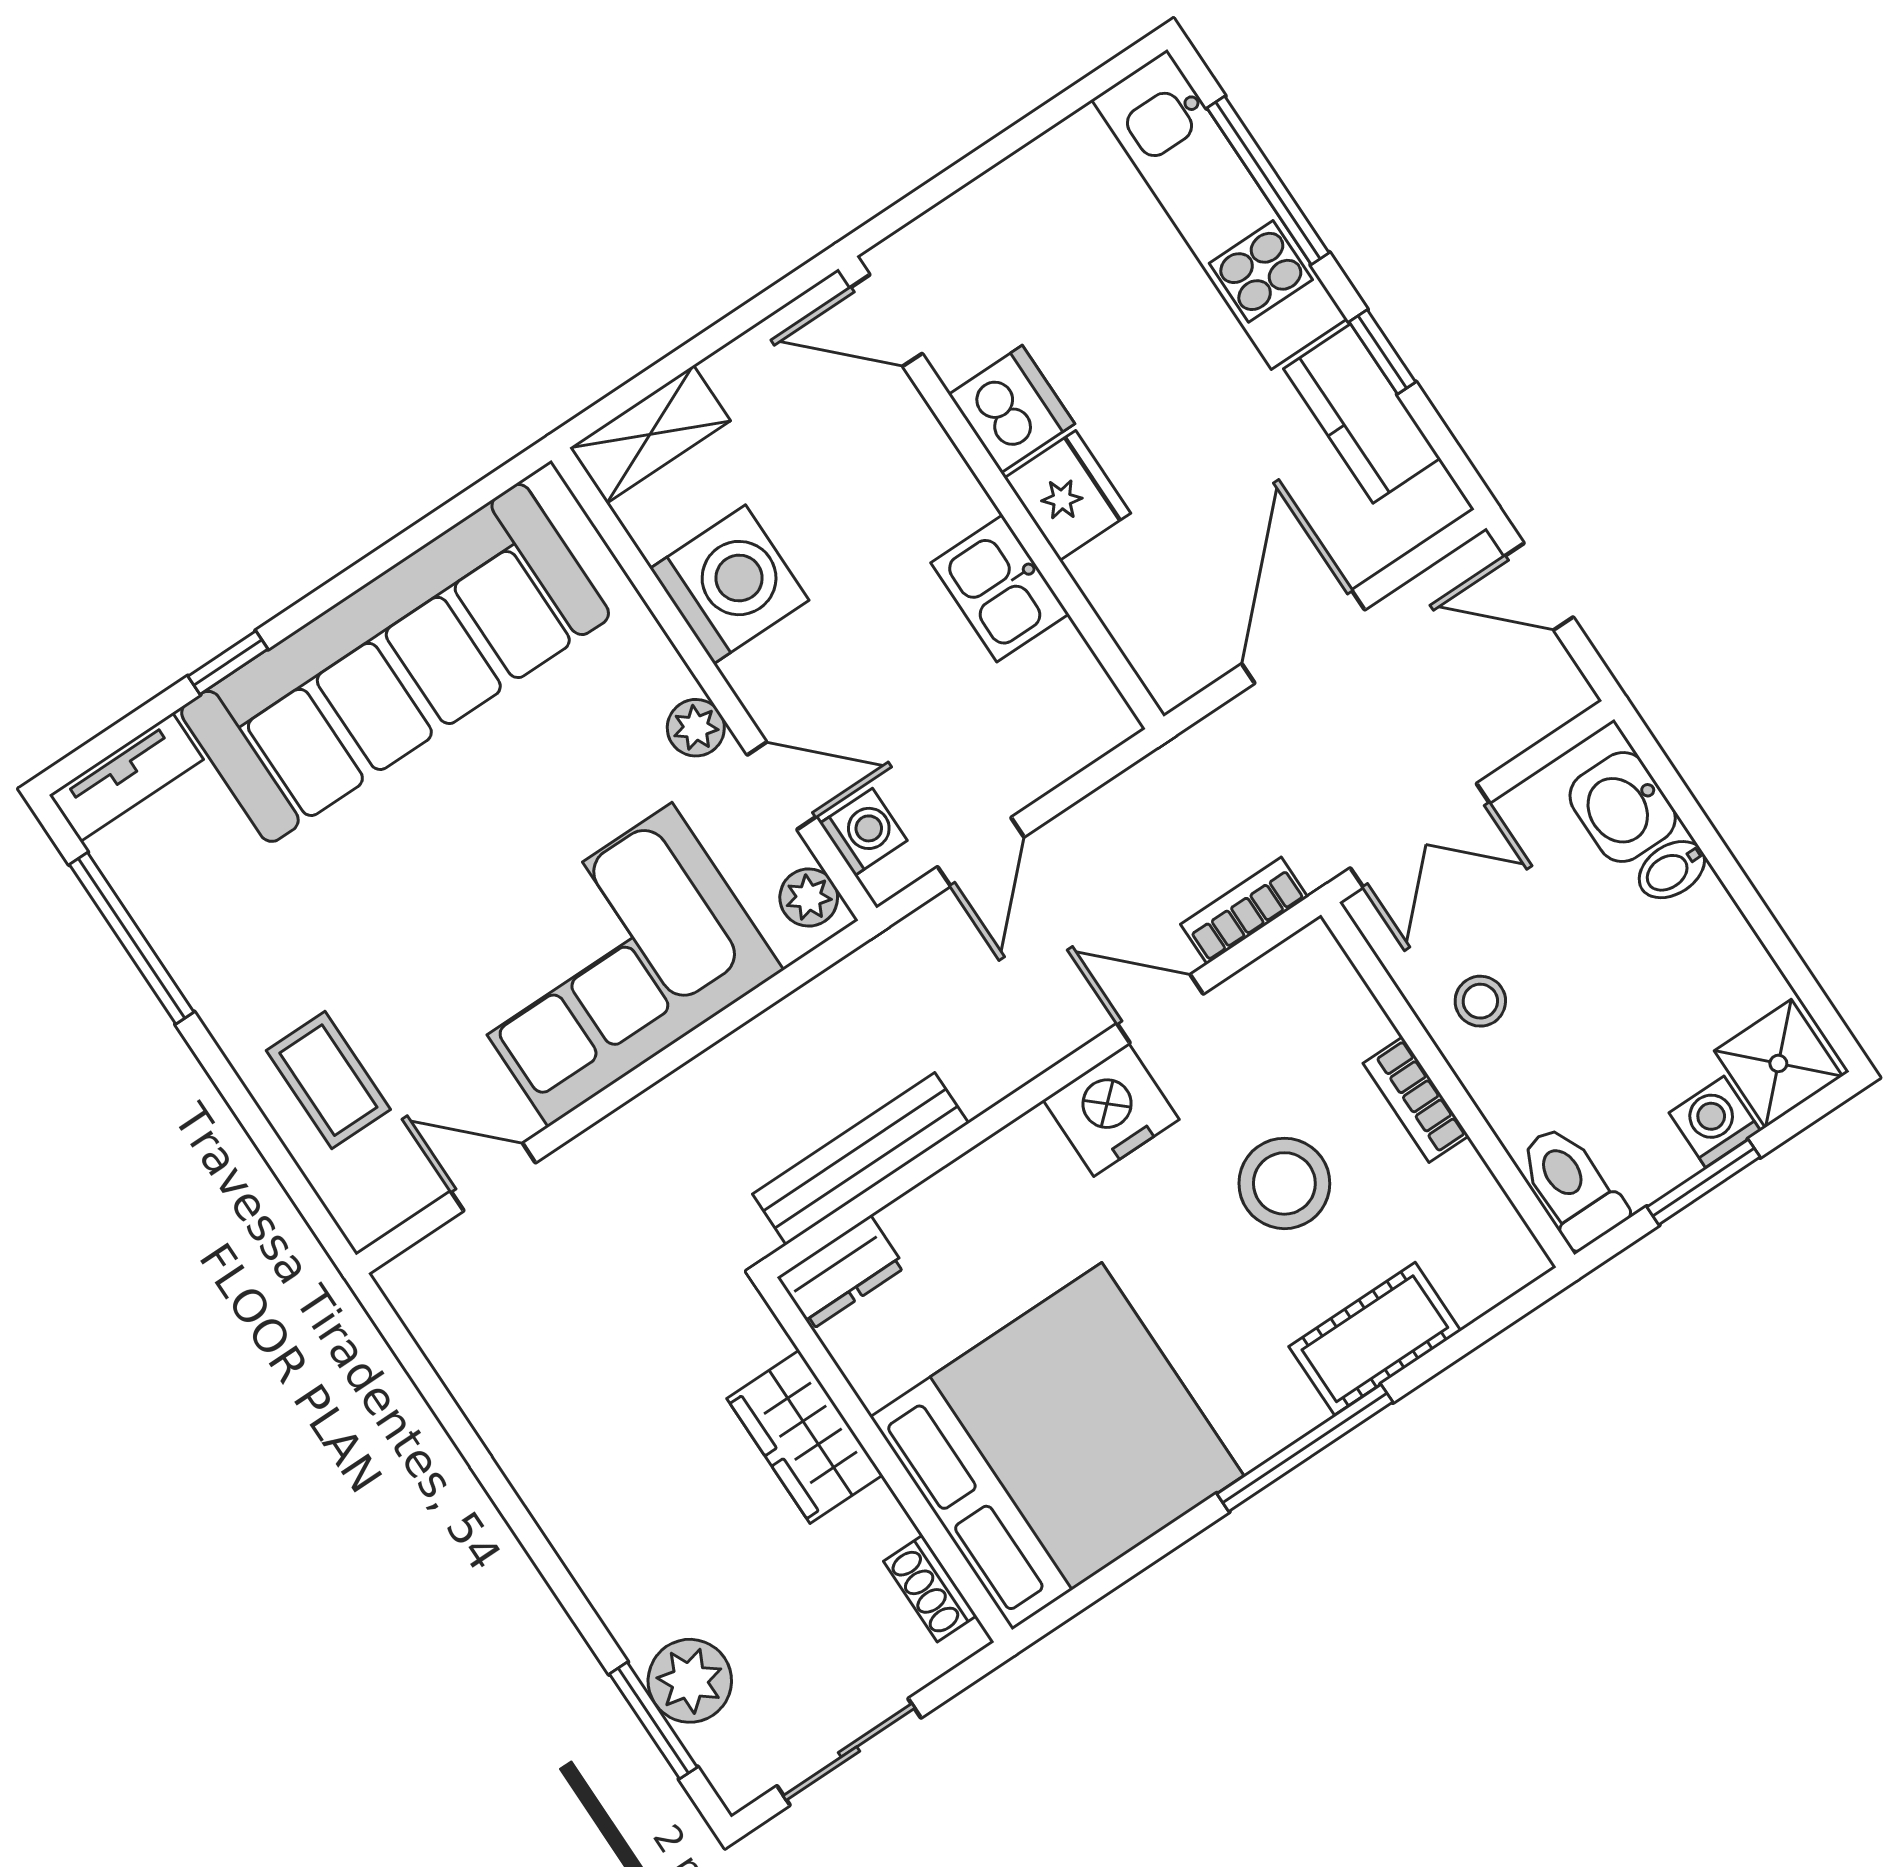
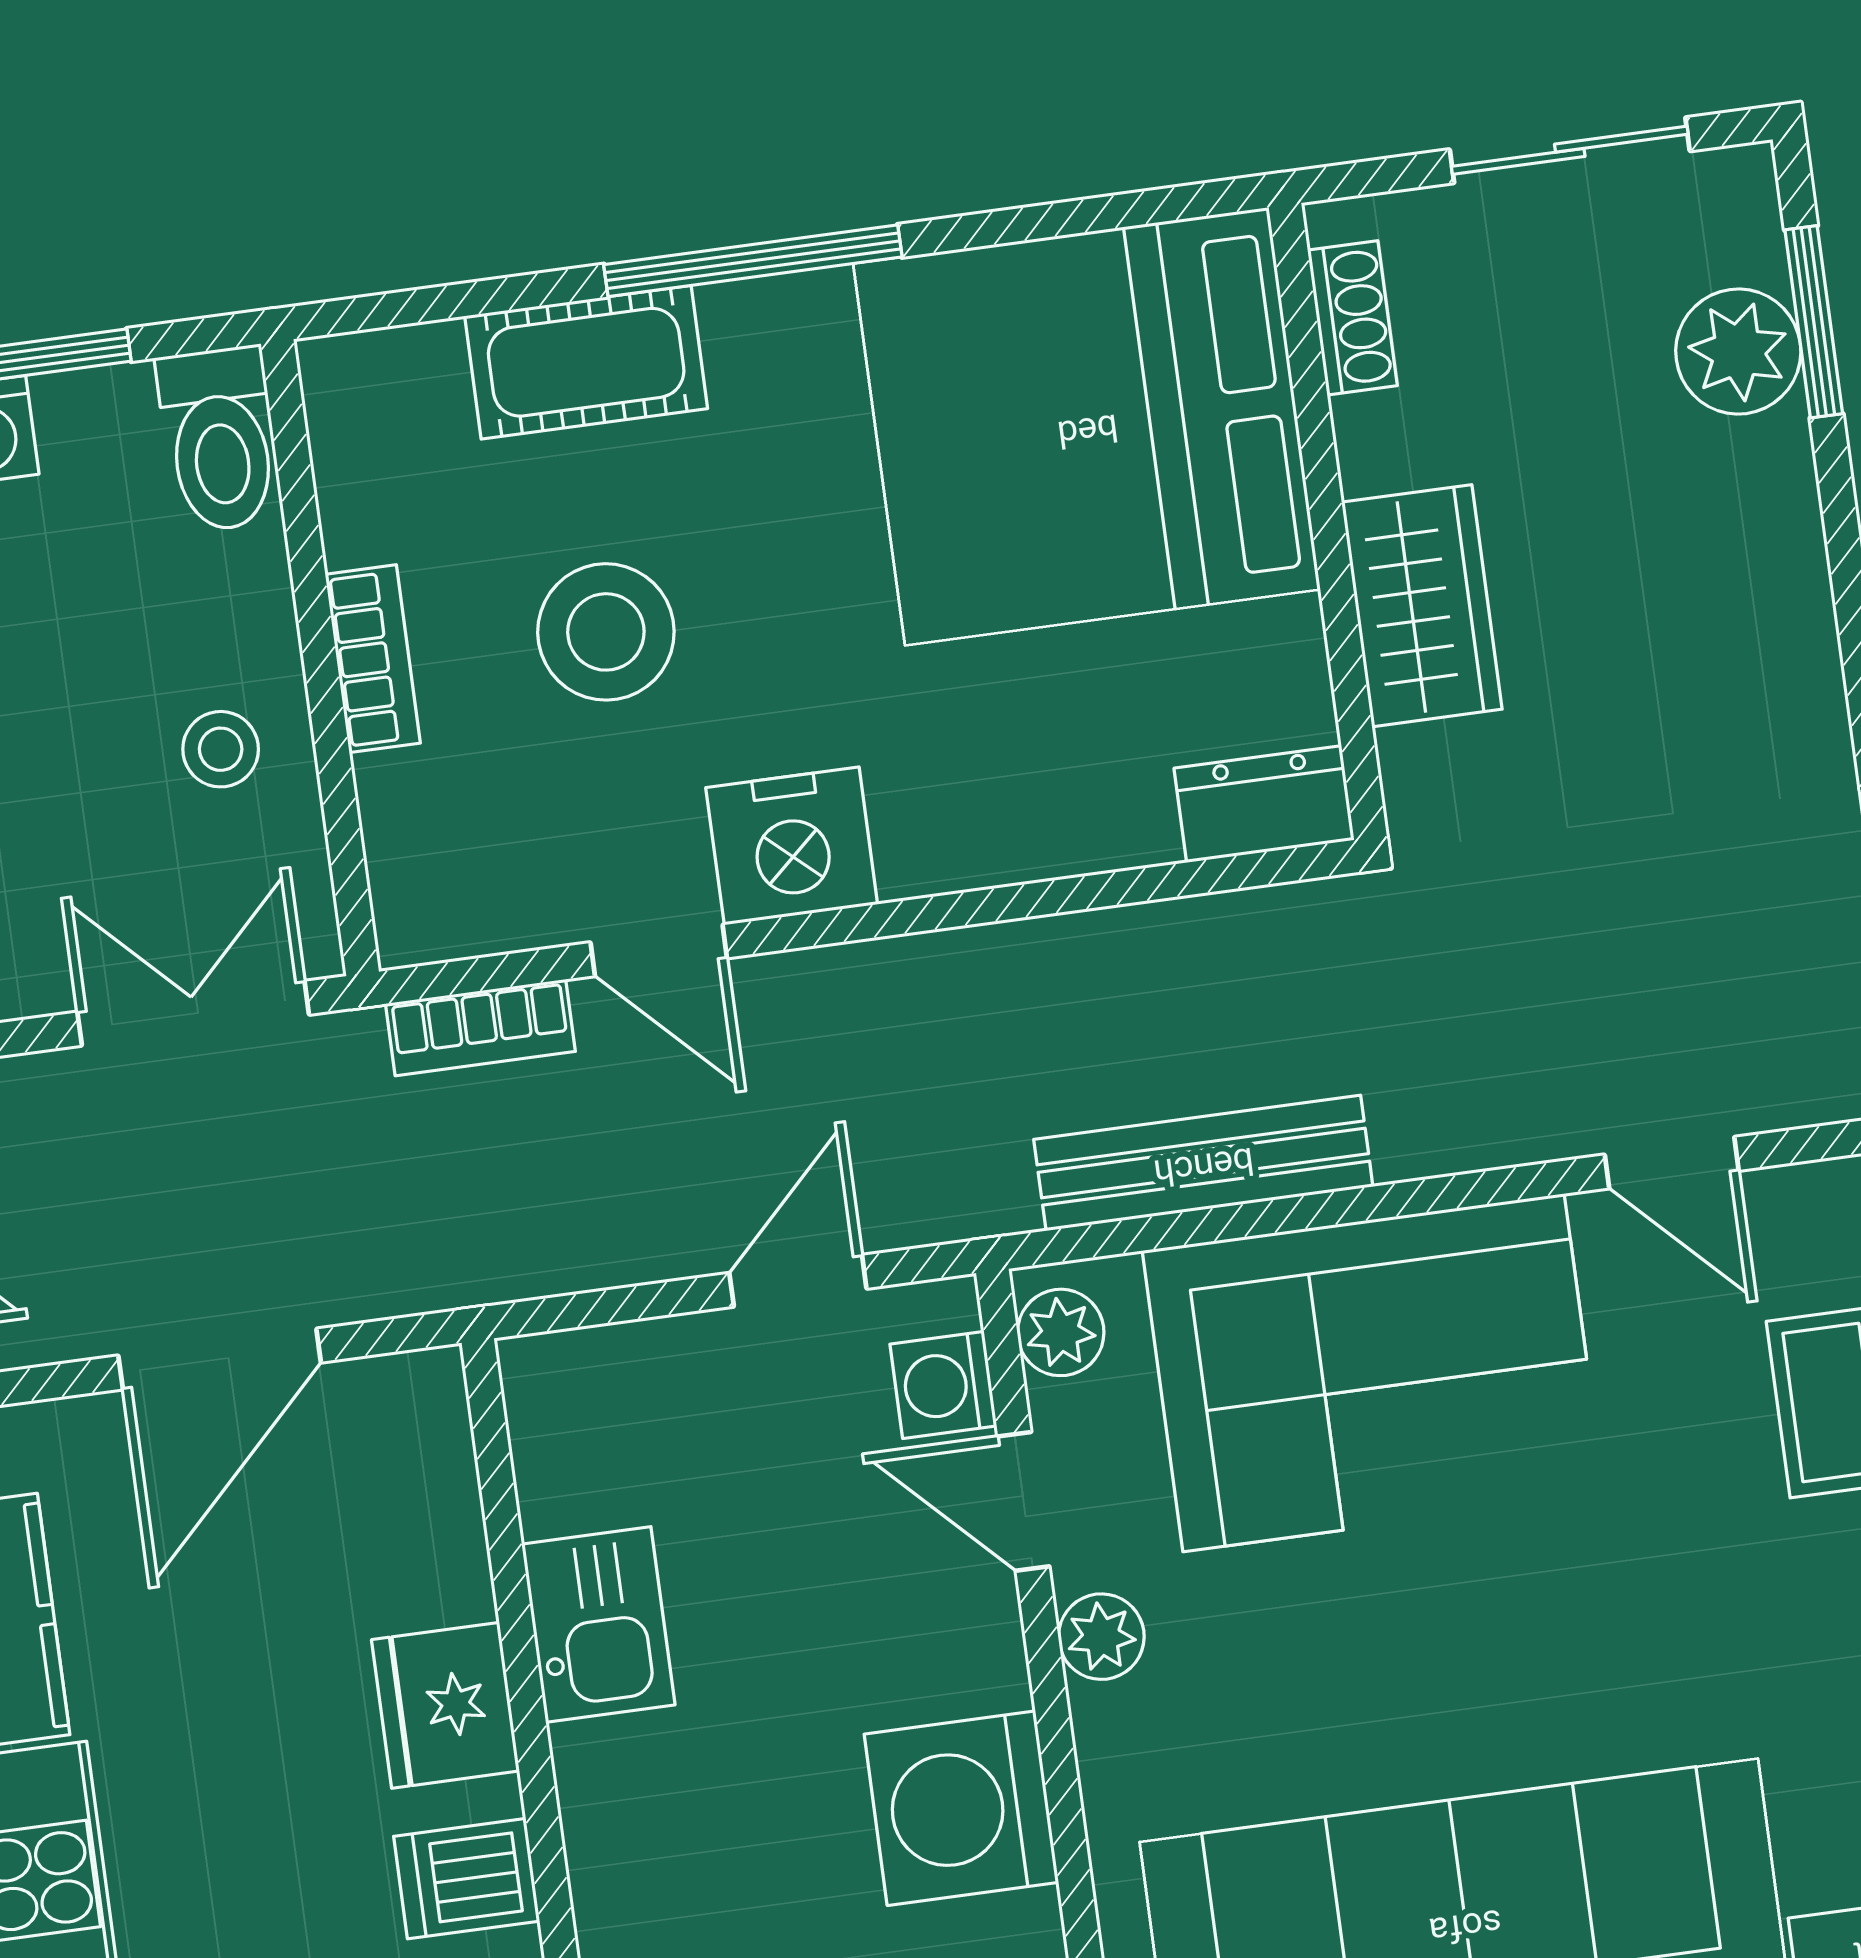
dishwasher: (1012, 409) -> (467, 1879), width x0.73
bench: (861, 1159) -> (1203, 1163), moved

